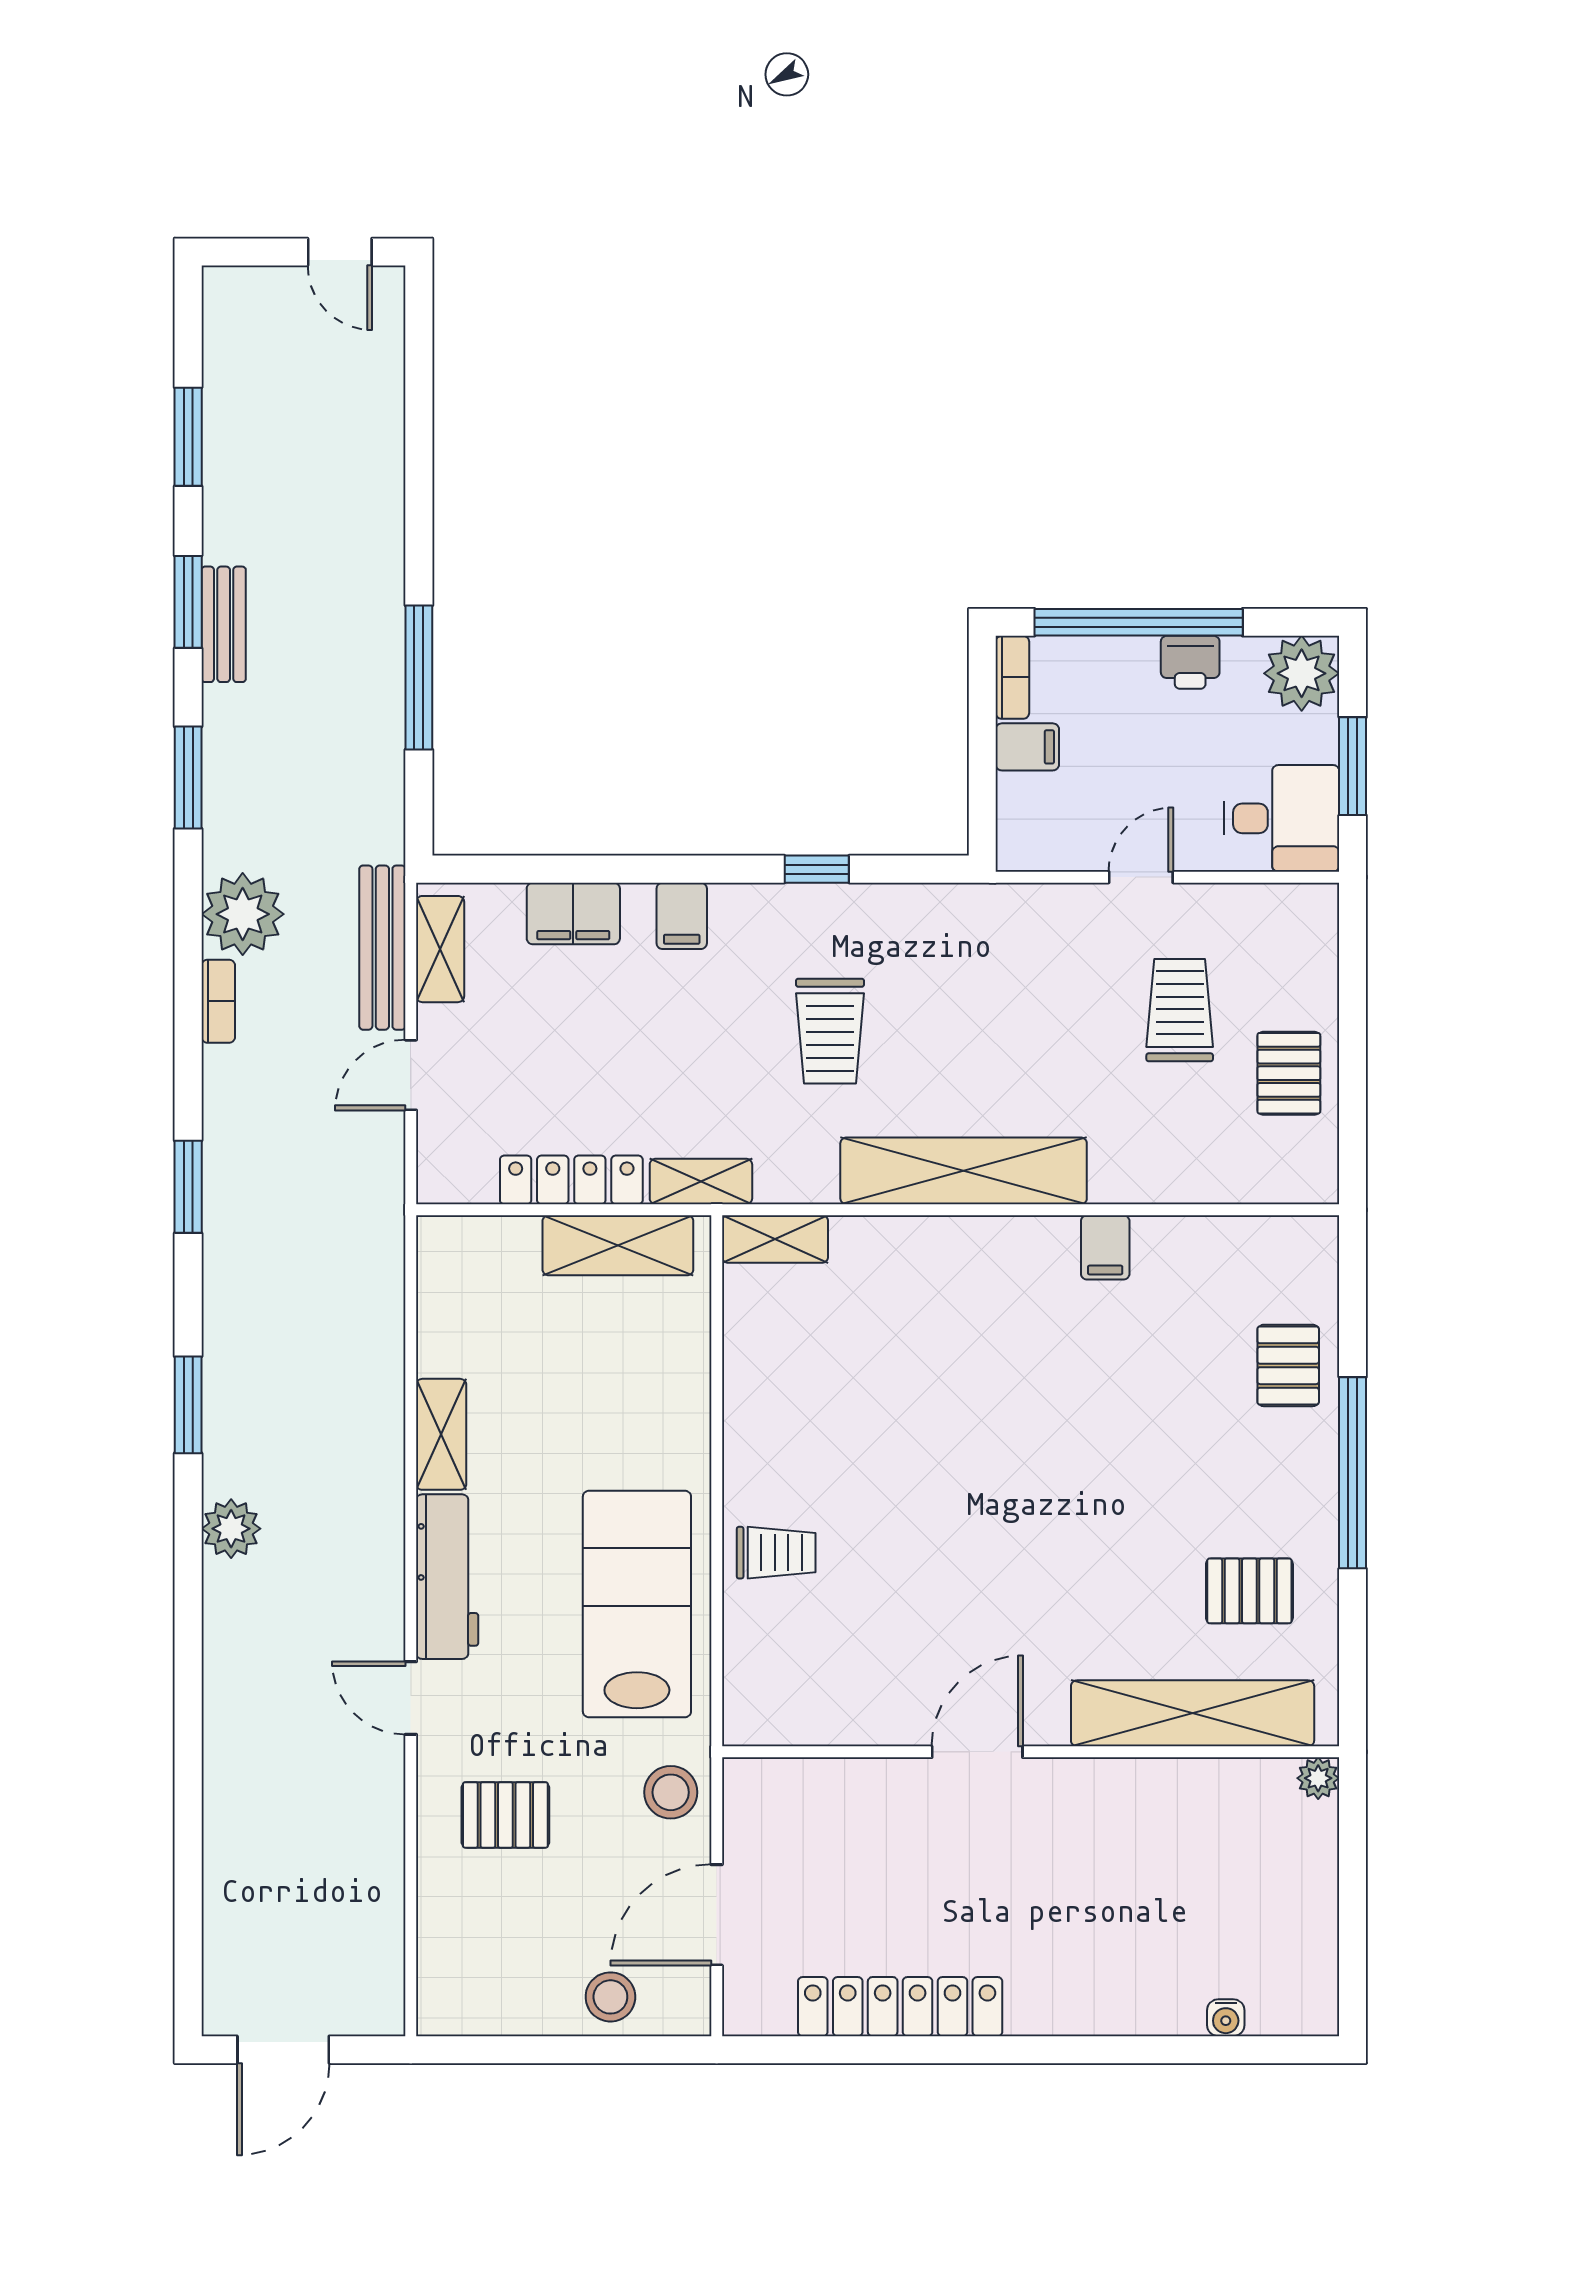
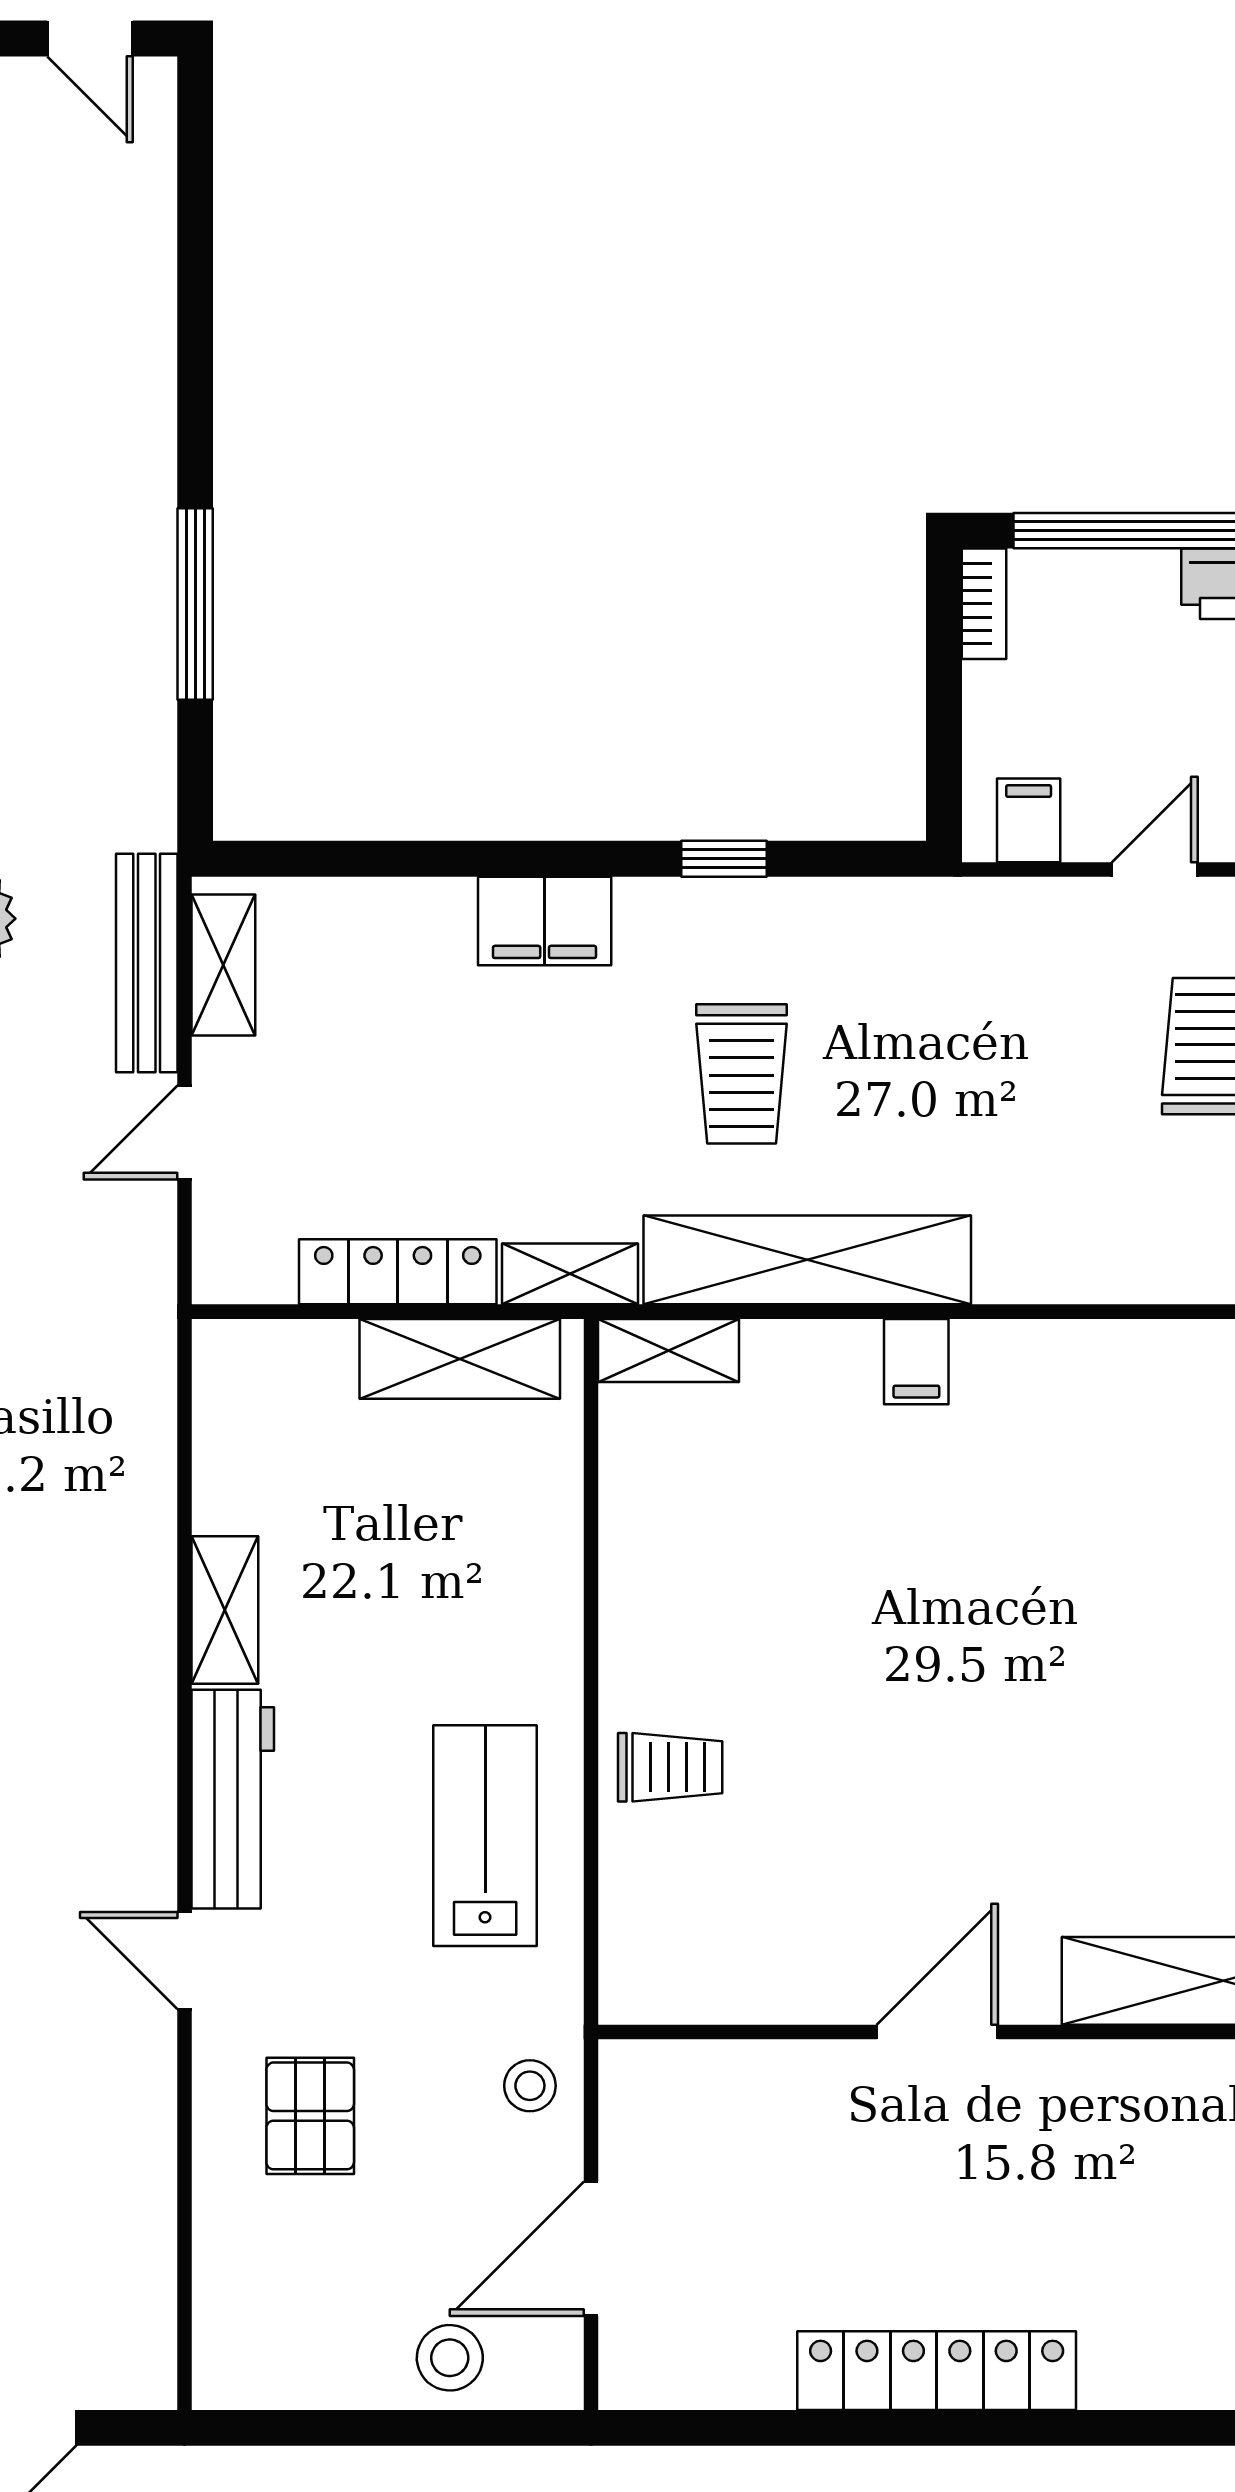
filing cabinet: (1027, 747) -> (1029, 820), moved, turned -90
filing cabinet: (573, 913) -> (400, 918), removed
filing cabinet: (682, 916) -> (545, 921), width x2.00
shelving: (964, 1171) -> (807, 1260), moved
filing cabinet: (1105, 1247) -> (916, 1362), moved
lab bench: (637, 1604) -> (485, 1836), width x0.73, depth x0.72
stool: (671, 1792) -> (530, 2086), width x0.73, depth x0.73
pallet: (505, 1815) -> (310, 2116), turned 90
locker: (900, 2007) -> (937, 2371), moved

